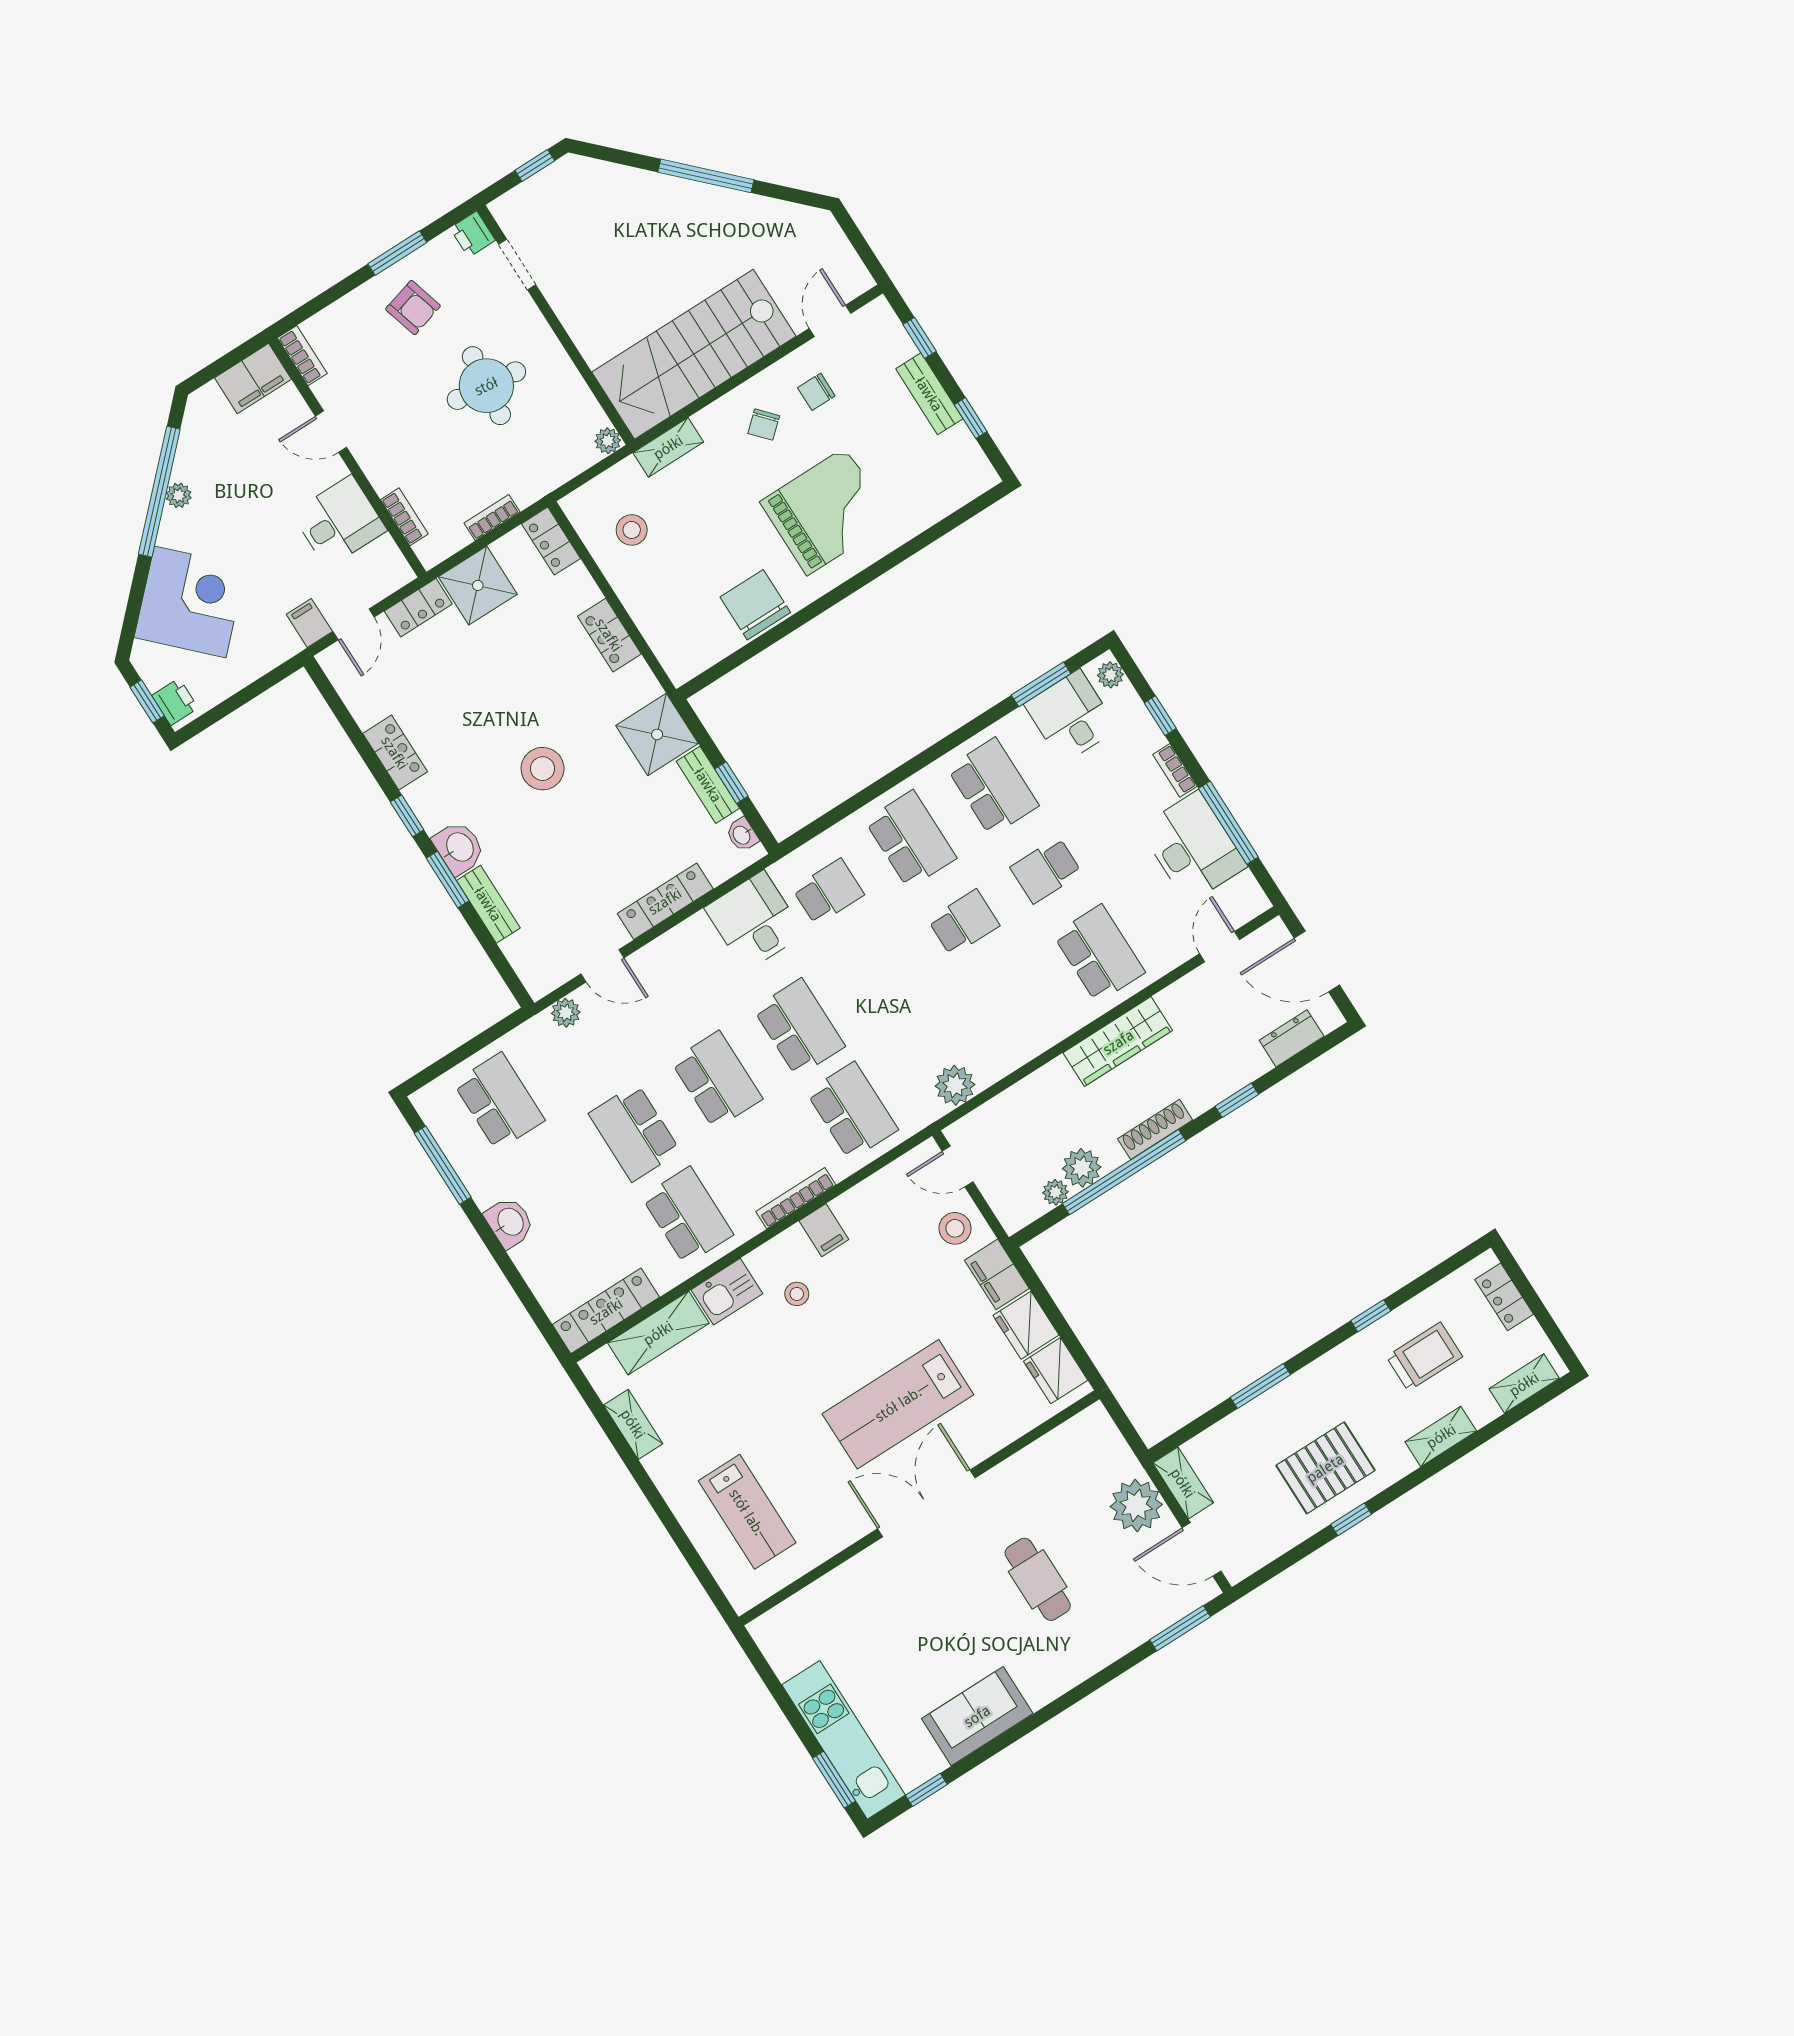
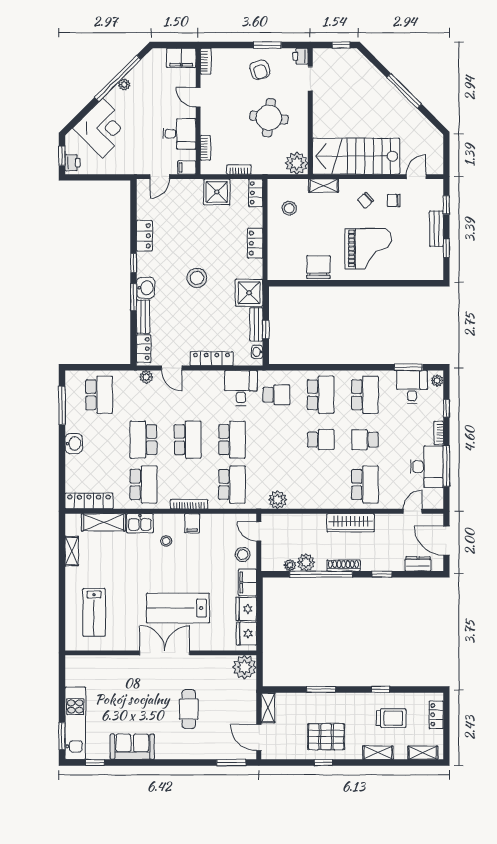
plant: (608, 441) -> (297, 163), width x1.87, depth x1.87
locker: (418, 608) -> (144, 349), moved, turned -90
filing cabinet: (309, 623) -> (187, 168), moved, turned -90
plant: (1136, 1505) -> (244, 667), moved

